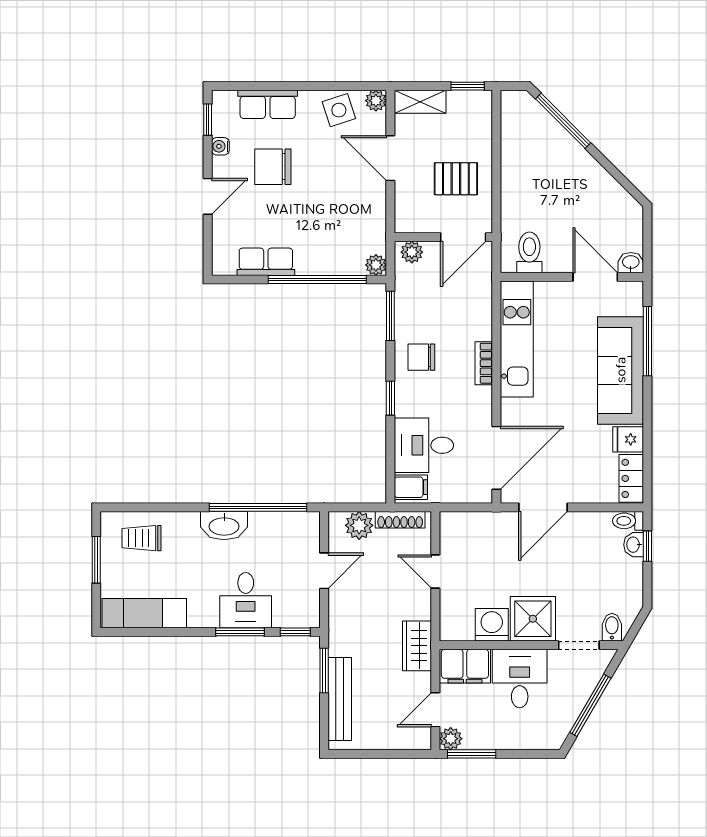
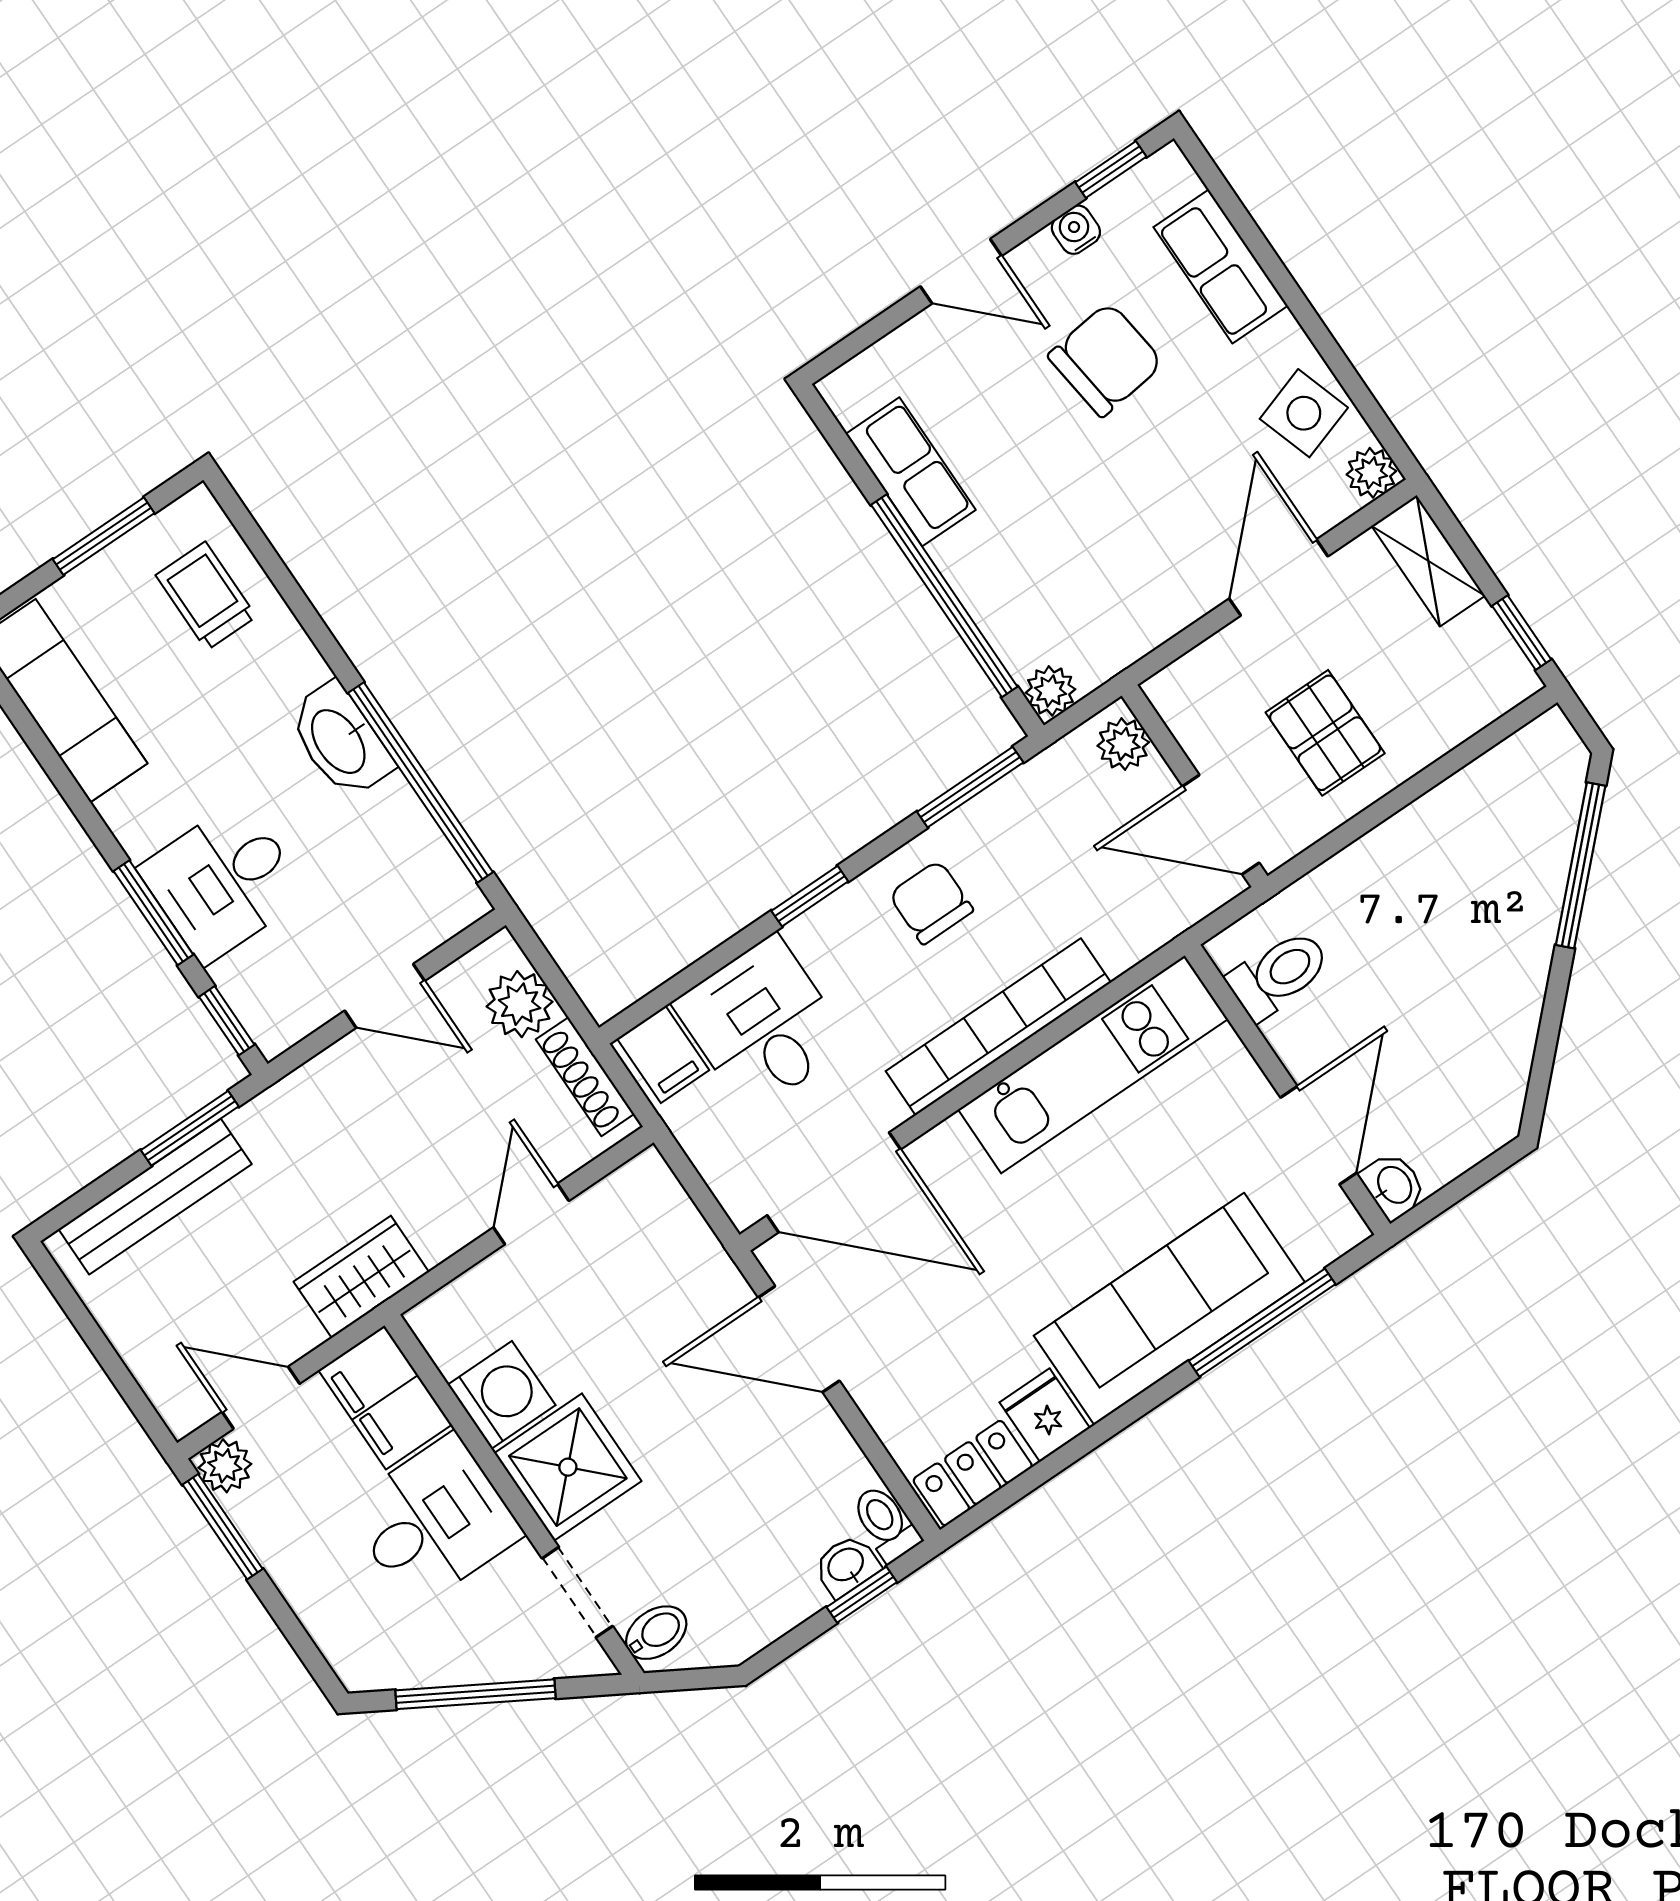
chair: (273, 167) -> (1106, 360), turned 83
bookcase: (484, 363) -> (998, 1027), width x2.31, depth x1.31

